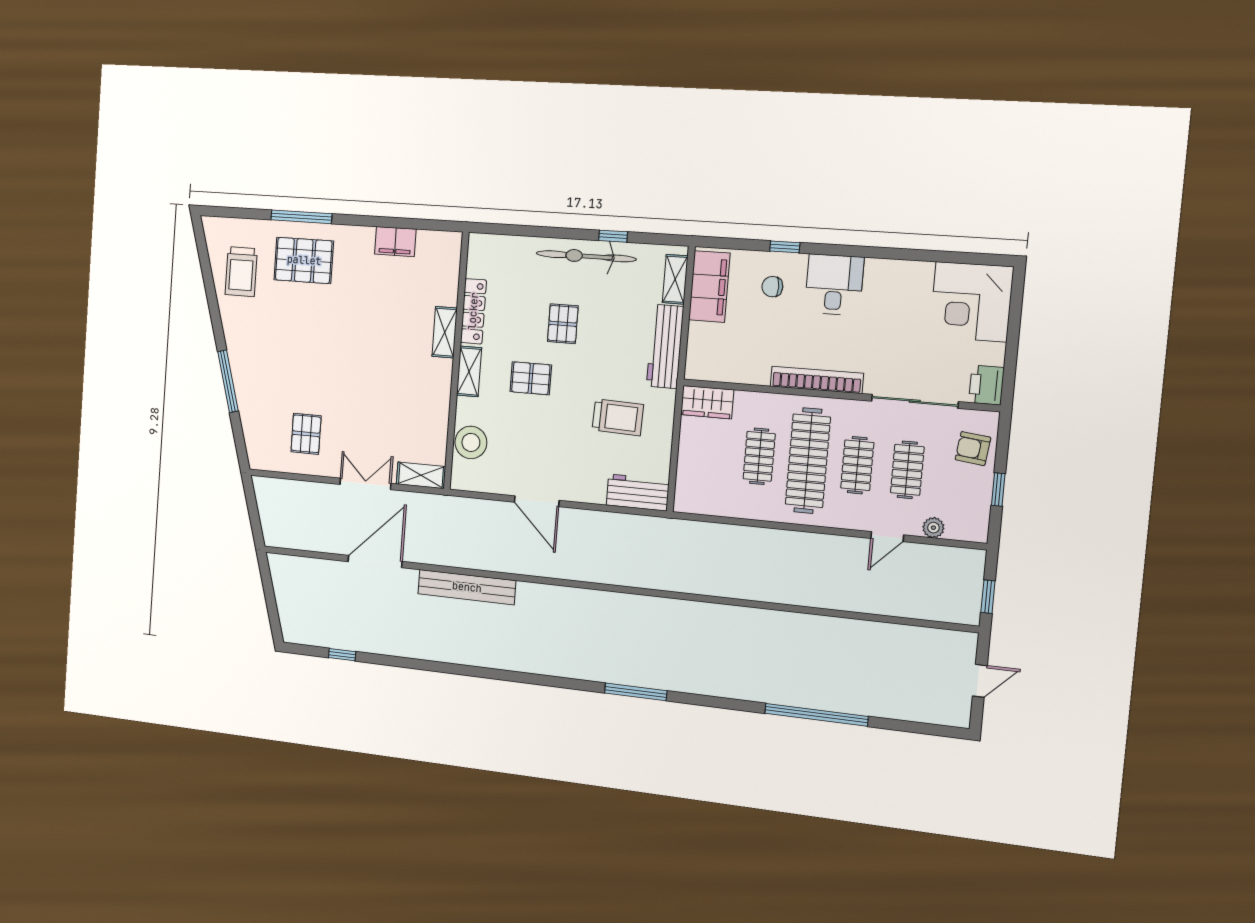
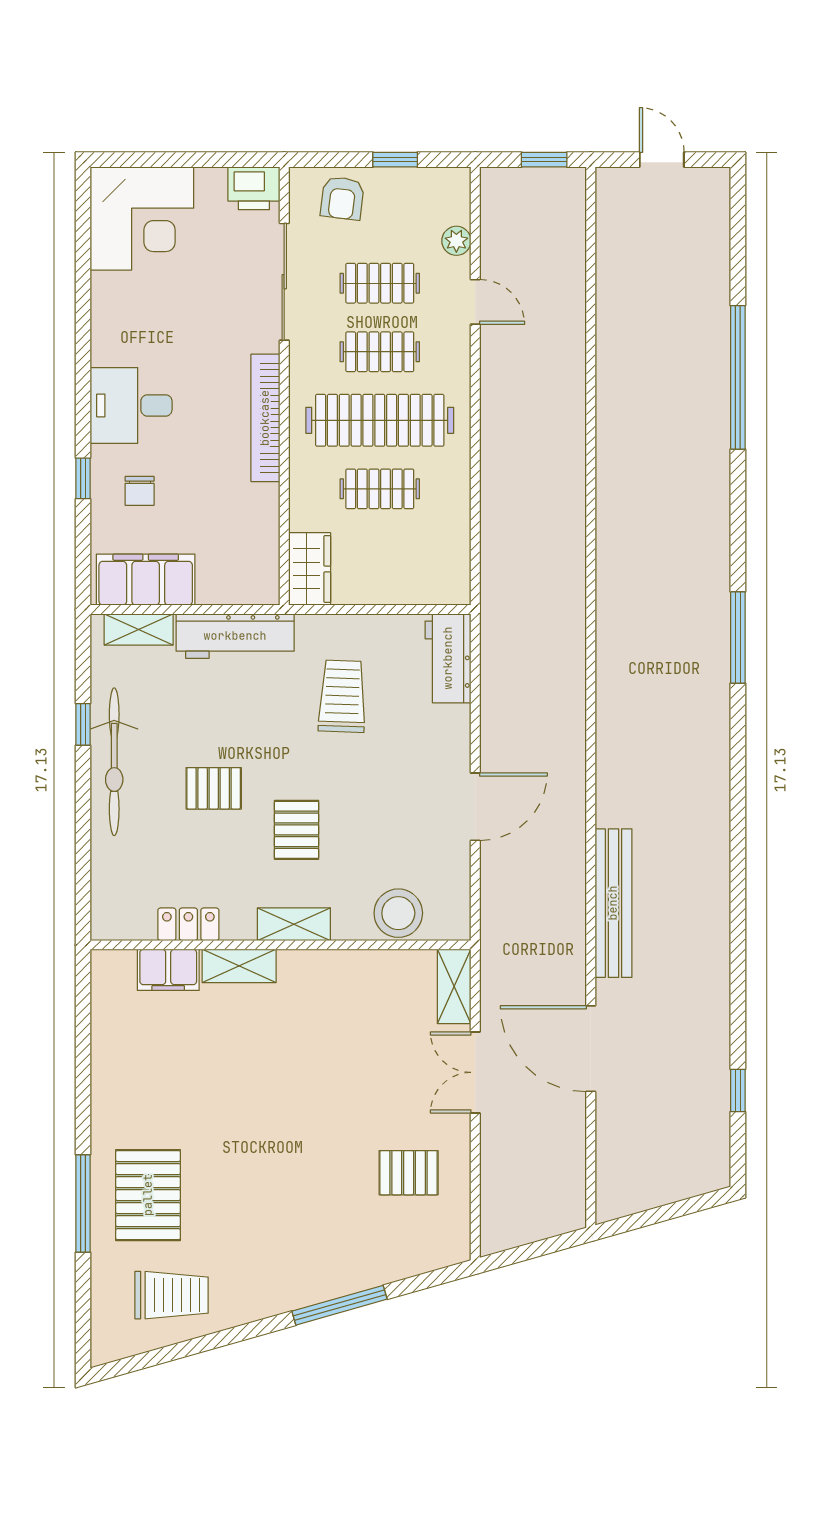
filing cabinet: (395, 242) -> (168, 970), moved, turned 90
locker: (473, 311) -> (188, 924), width x0.66

